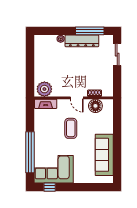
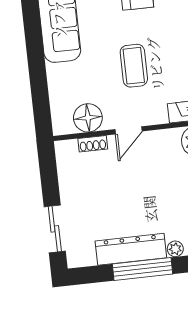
window: (90, 31) -> (143, 269), moved
door: (77, 98) -> (128, 130), swing flipped

